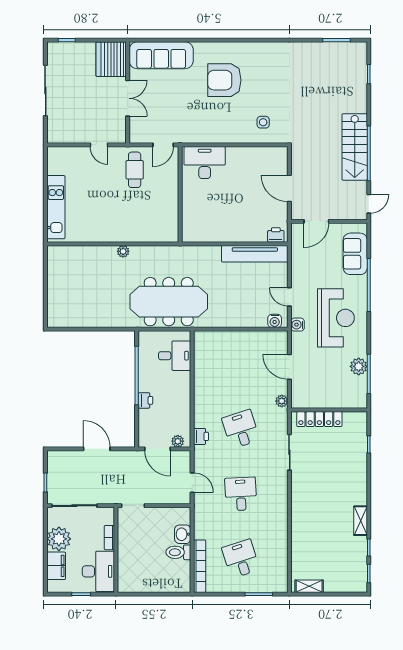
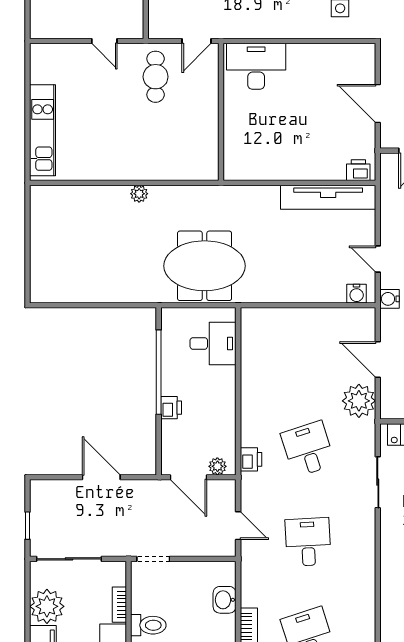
meeting table: (169, 302) -> (205, 266), width x0.73
plant: (282, 401) -> (359, 401), width x1.87, depth x1.87
toilet: (178, 552) -> (148, 625), moved, turned 180

